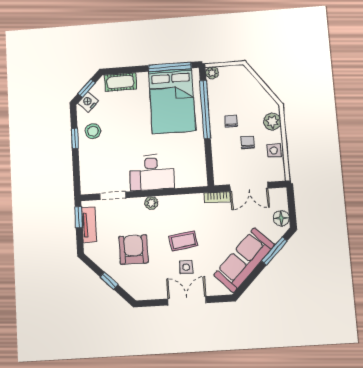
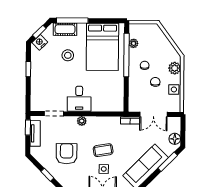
window: (170, 67) -> (72, 21), moved
plant: (212, 73) -> (134, 43), moved
stool: (93, 131) -> (68, 55), moved
desk: (152, 173) -> (79, 99), width x0.73

